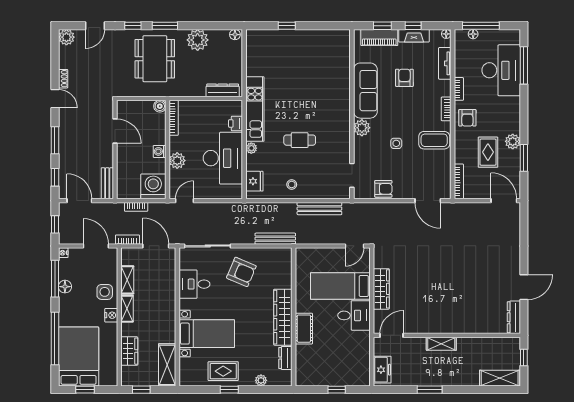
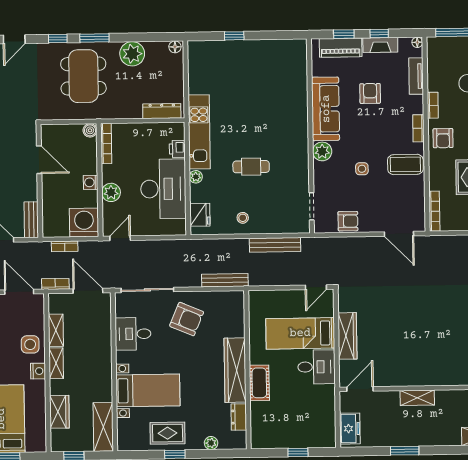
floor lamp: (473, 34) -> (448, 42), removed

